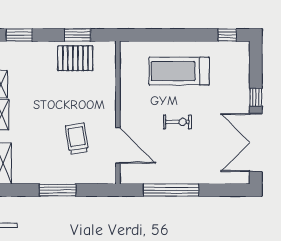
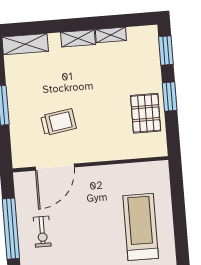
window: (78, 35) -> (170, 97), moved
exercise bike: (177, 122) -> (42, 232), moved

